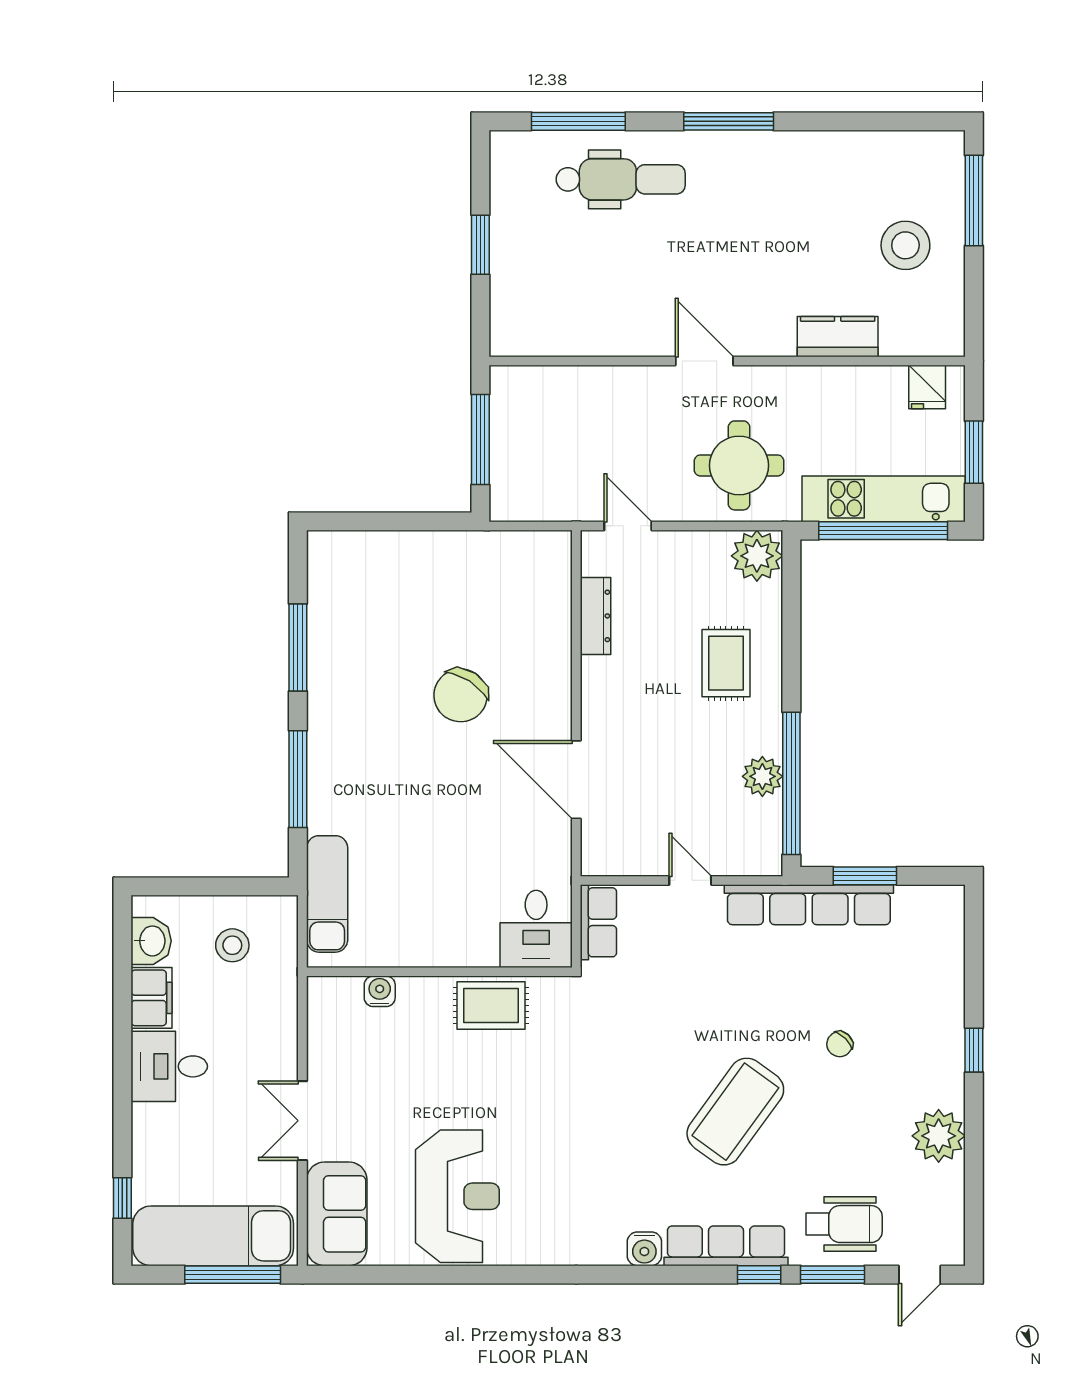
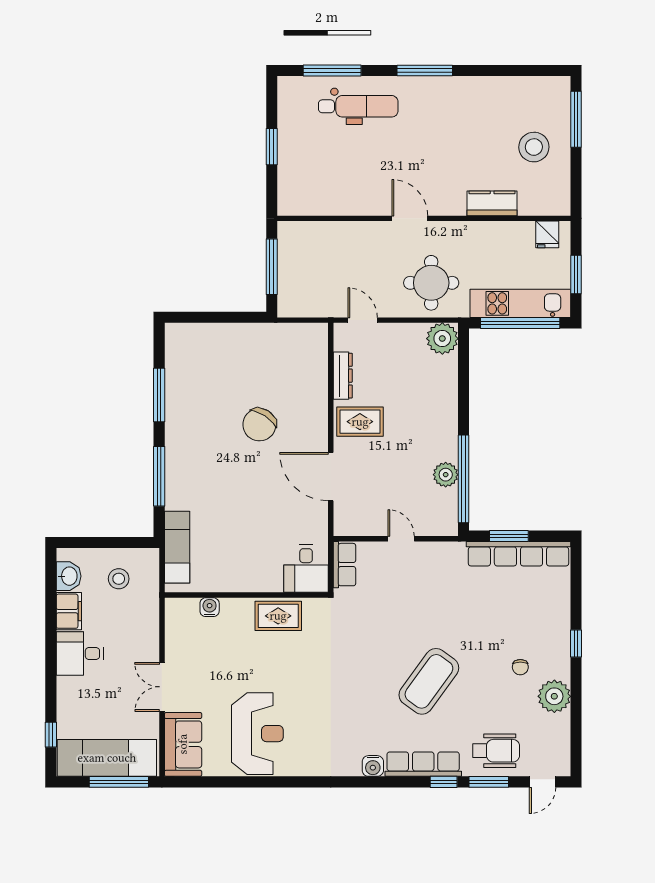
rug: (726, 663) -> (360, 422), moved, turned 90
row of seats: (809, 905) -> (518, 554), moved
chair: (840, 1044) -> (520, 667), moved, turned -44

